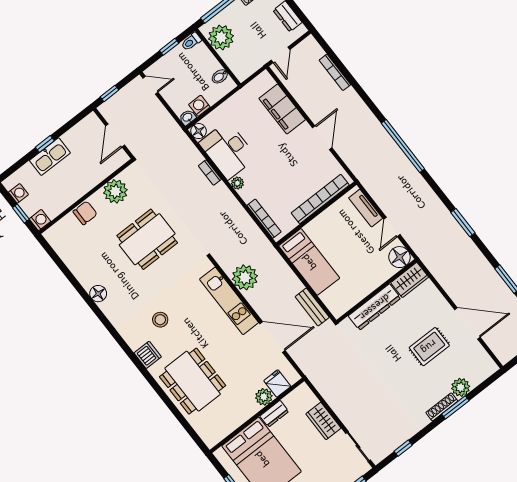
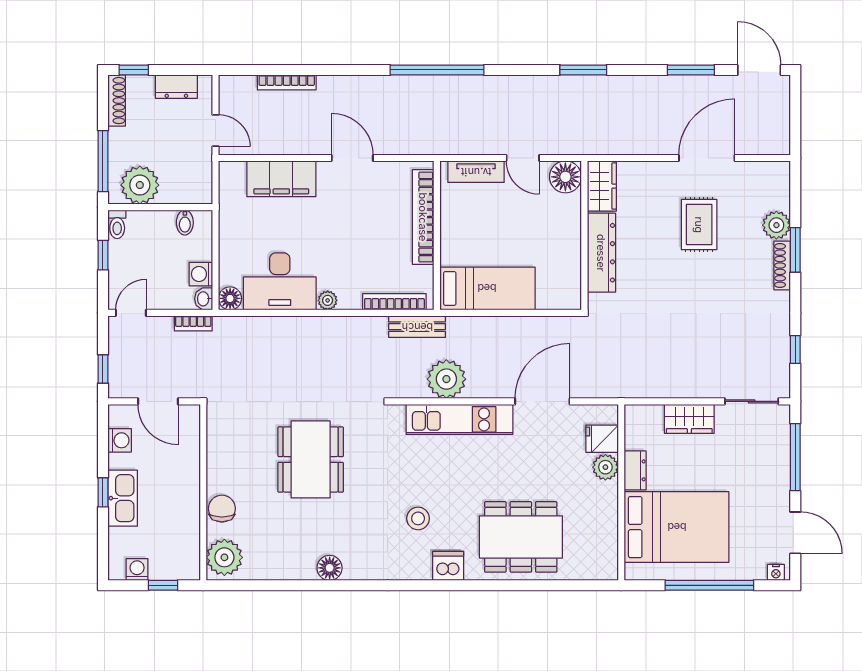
bookcase: (210, 173) -> (193, 323), moved
plant: (115, 191) -> (224, 557), moved
washing machine: (40, 220) -> (120, 440), moved, turned 90
bench: (312, 307) -> (417, 327), moved

